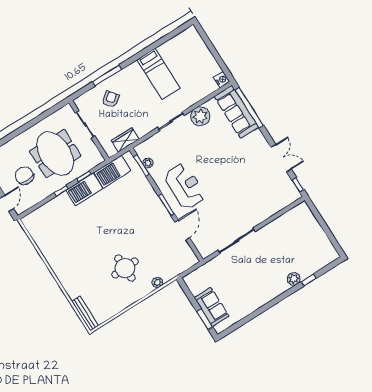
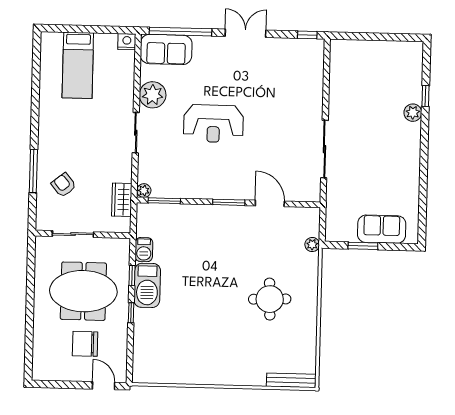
bed: (159, 74) -> (78, 65), moved, turned 90
sofa: (236, 112) -> (166, 49), width x0.73
double door: (281, 158) -> (245, 33), moved
plant: (148, 163) -> (144, 191), moved
barbecue: (113, 172) -> (144, 250), width x0.53, depth x0.65
reception desk: (185, 186) -> (213, 124), moved, turned 180
plant: (157, 282) -> (312, 245), moved
window: (205, 319) -> (363, 246), moved

